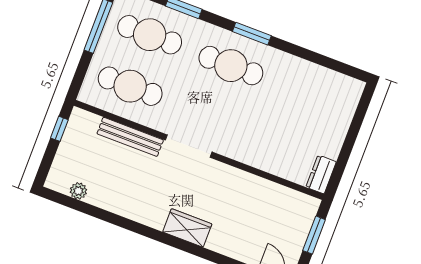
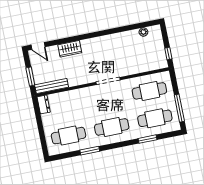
window: (252, 34) -> (90, 151), moved
cafe table: (312, 96) -> (68, 136), added
bench: (130, 137) -> (52, 86), moved
wardrobe: (187, 228) -> (70, 49), moved

